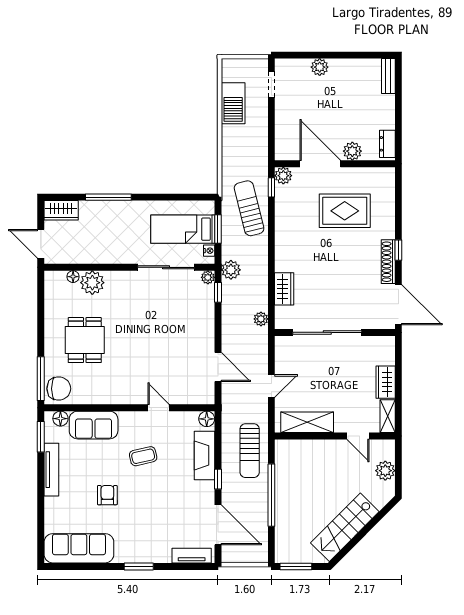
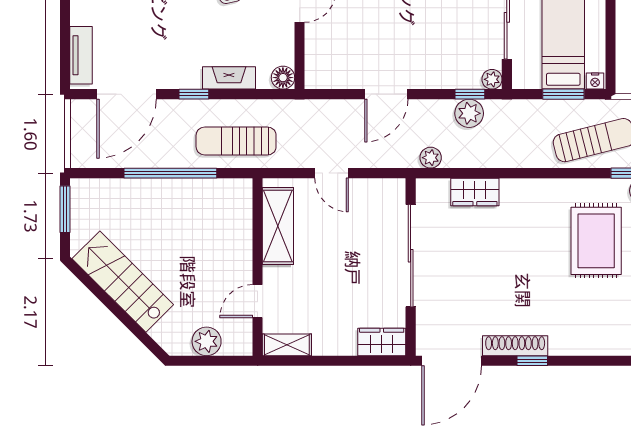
rug: (345, 211) -> (596, 241), moved
nightstand: (209, 251) -> (595, 81), moved
plant: (231, 270) -> (469, 113), moved
door: (218, 367) -> (386, 94), moved
wardrobe: (386, 382) -> (382, 342), moved
fireplace: (205, 455) -> (229, 78), width x0.73, depth x0.76

